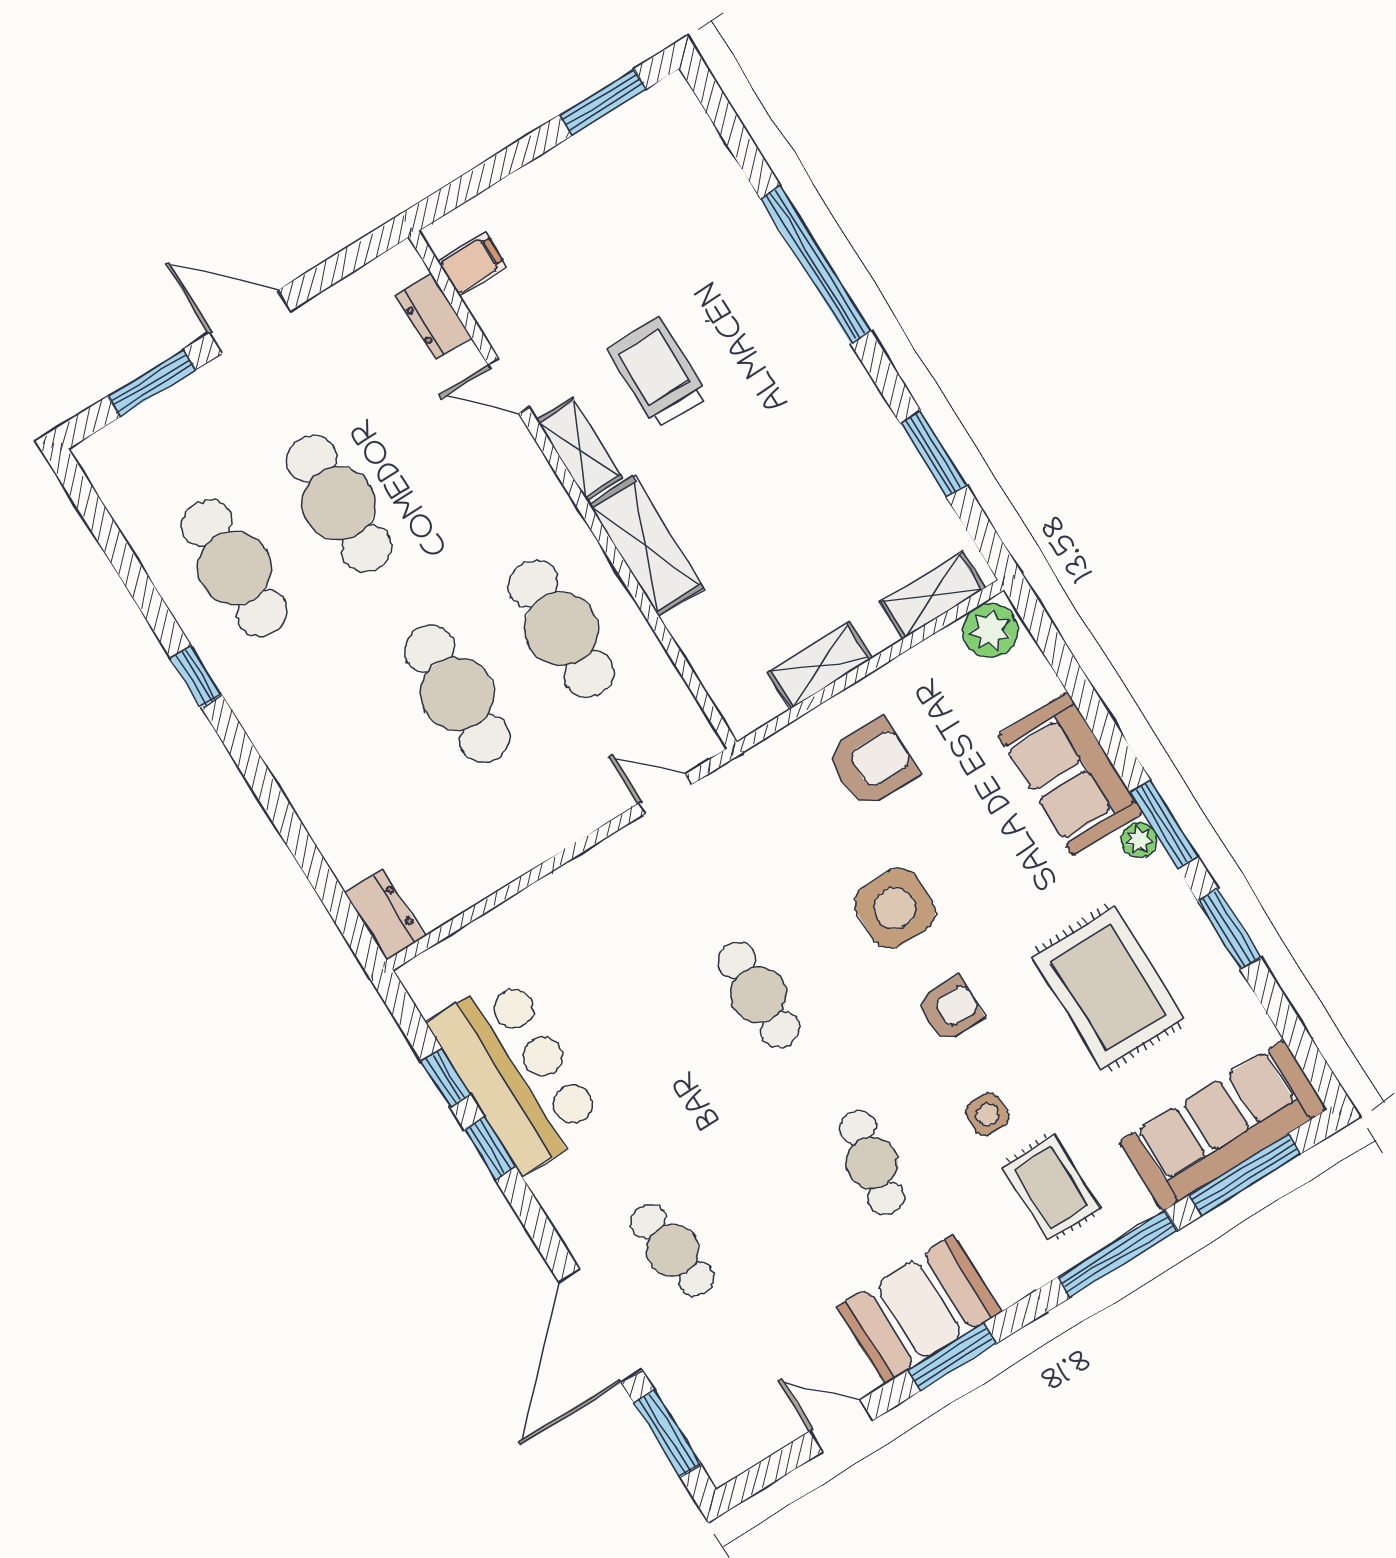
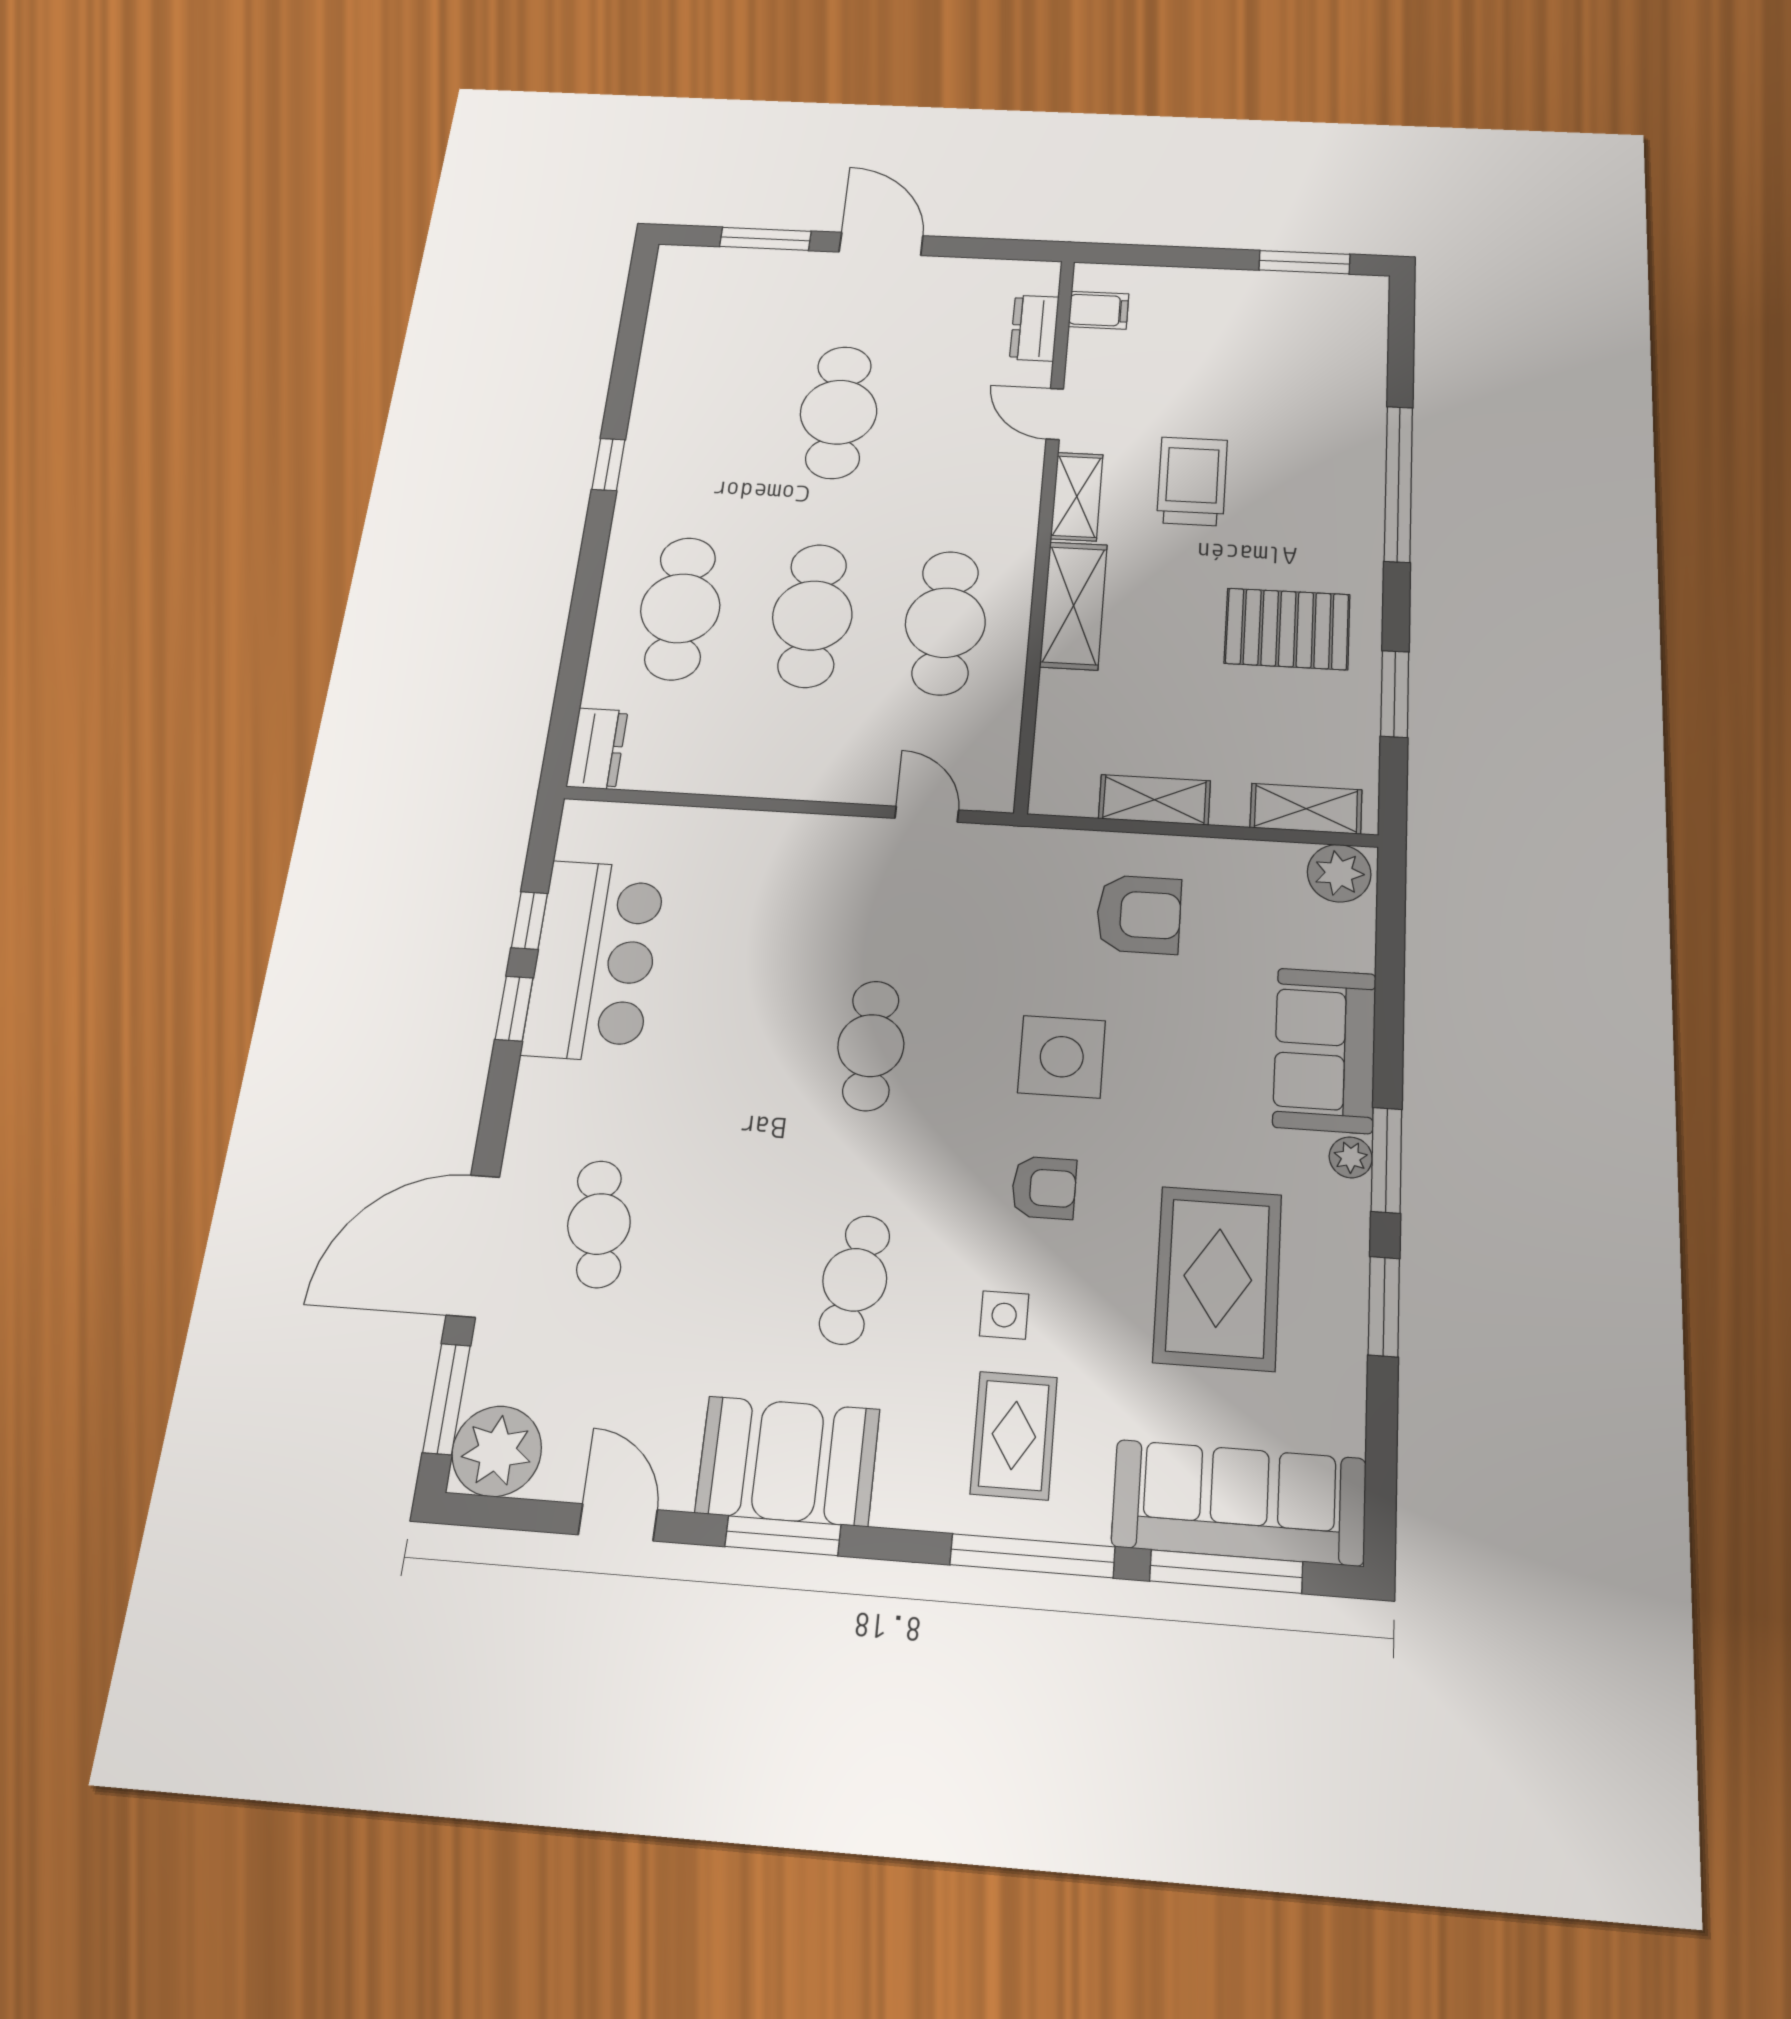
pallet: (818, 454) -> (1287, 629), added
cafe table: (234, 568) -> (680, 608), moved
plant: (728, 1441) -> (497, 1451), added

